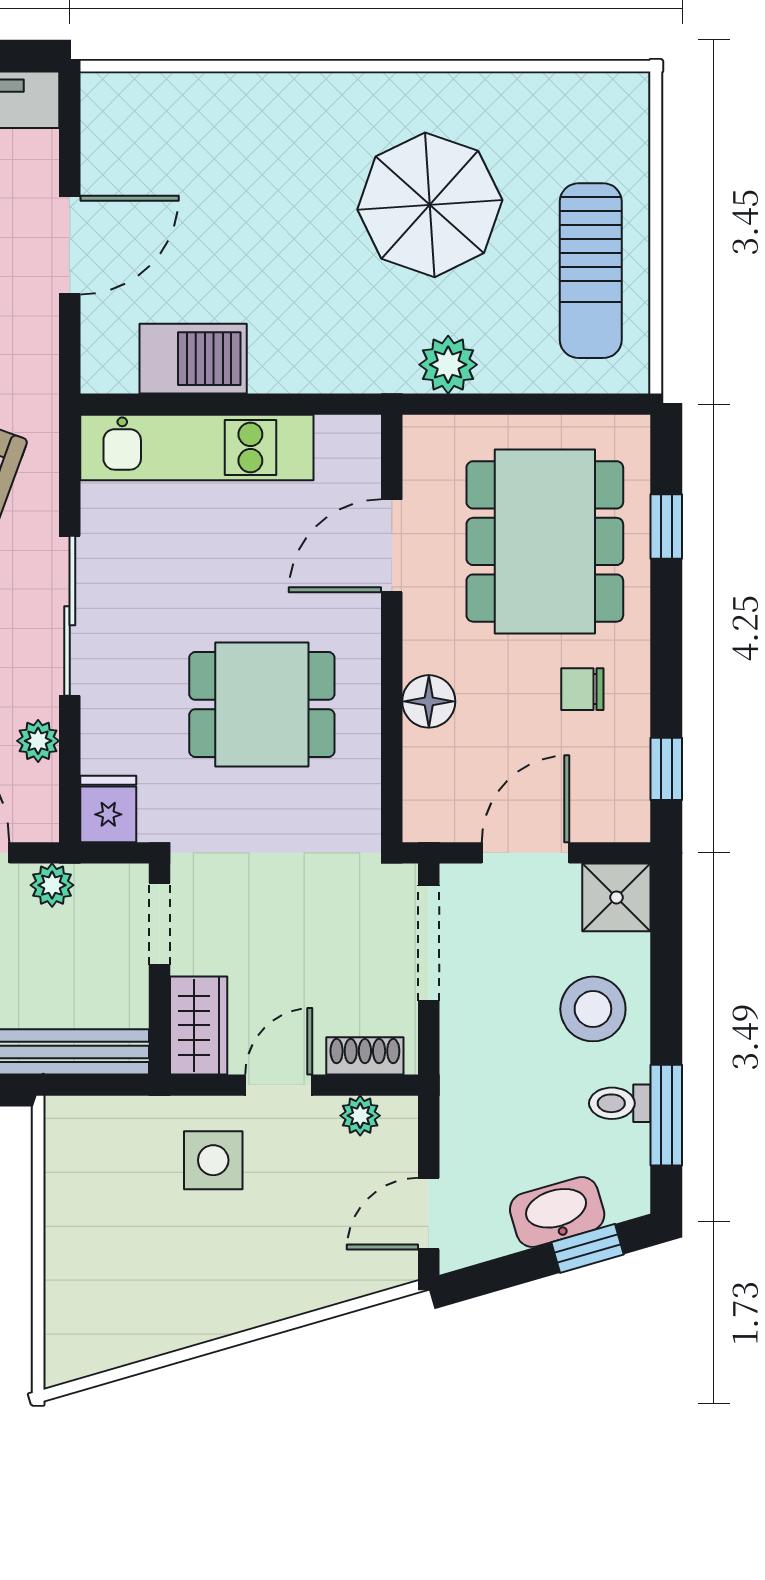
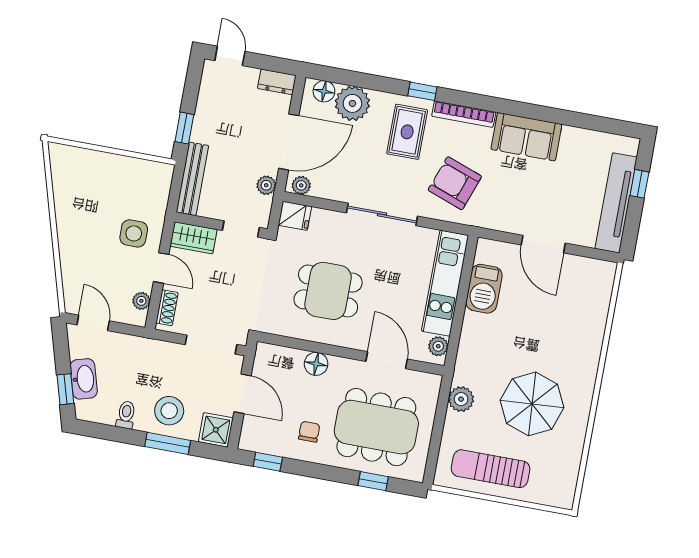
plant: (340, 437) -> (438, 346), added
dining table: (262, 704) -> (328, 291), turned 90
plant: (38, 741) -> (301, 185), moved
window: (666, 1115) -> (168, 443), moved

